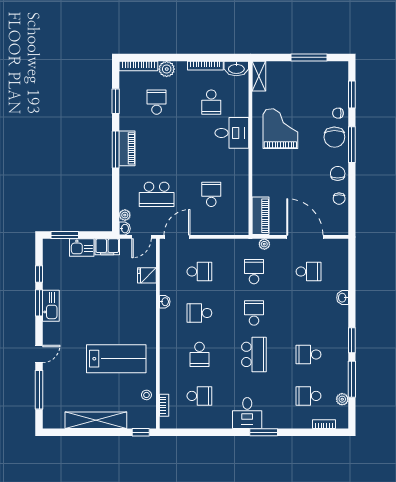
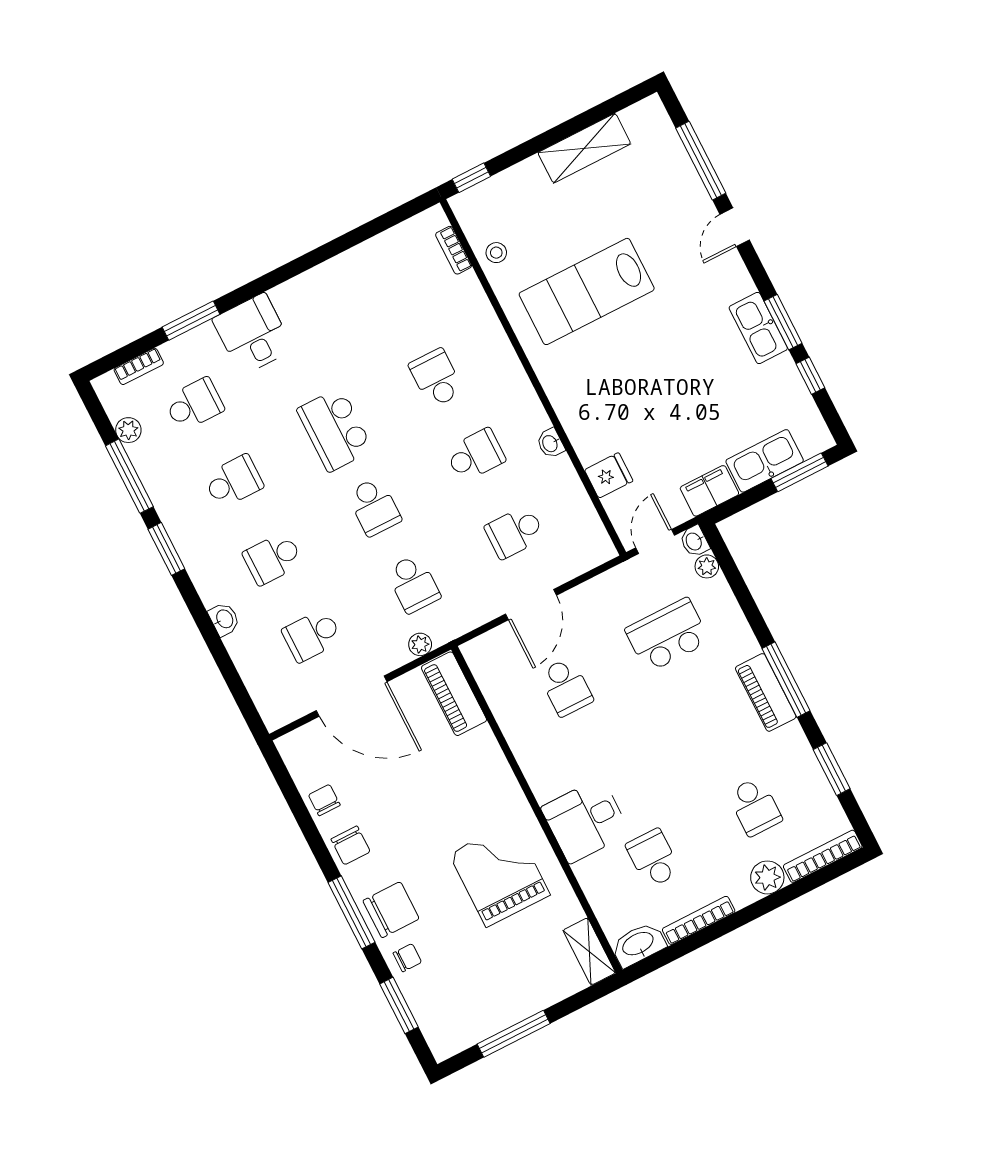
grand piano: (280, 129) -> (500, 874), turned 180
chair: (334, 137) -> (391, 910), turned 91
door: (177, 237) -> (531, 605), moved
kitchen sink: (82, 248) -> (765, 461), width x1.38
school desk: (199, 396) -> (273, 558), moved
desk: (247, 413) -> (253, 334), moved
shelving: (96, 420) -> (584, 148), width x0.68
window: (264, 432) -> (191, 321), moved

